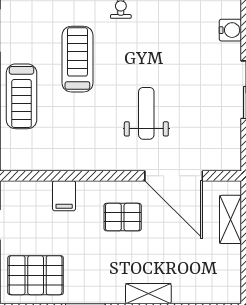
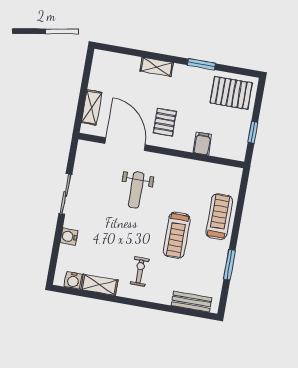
pallet: (123, 217) -> (165, 122), turned 90

